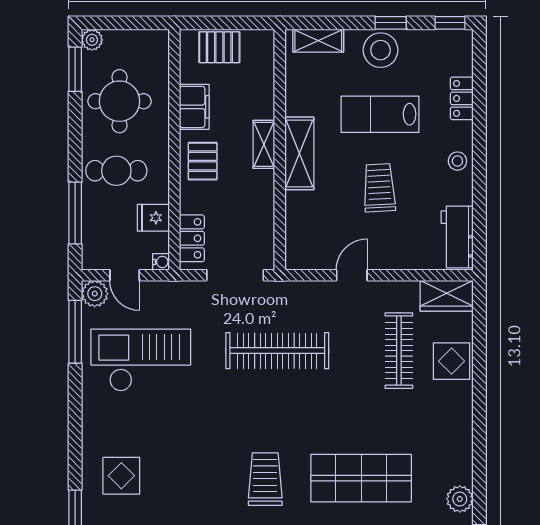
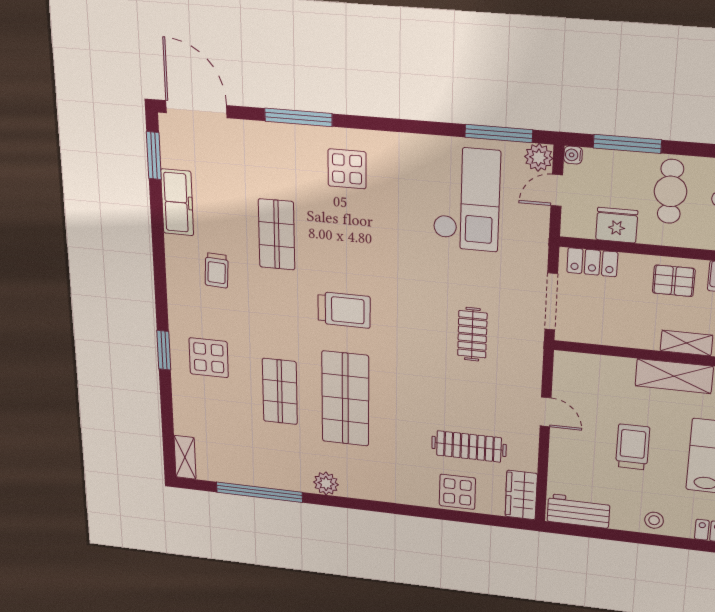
trolley: (379, 188) -> (633, 447), turned -87
fridge: (153, 218) -> (617, 225), width x1.38
water cooler: (161, 262) -> (573, 155), moved, turned 90
clothes rail: (277, 351) -> (472, 334), width x0.54, depth x0.76

